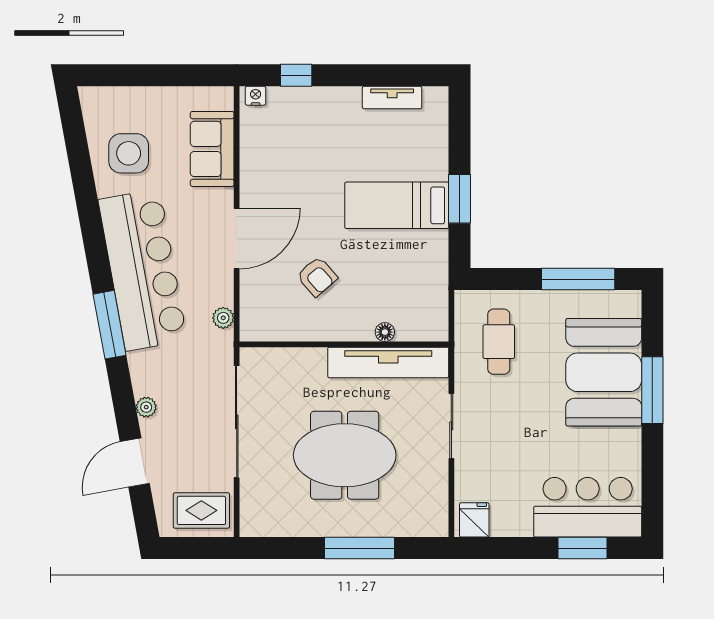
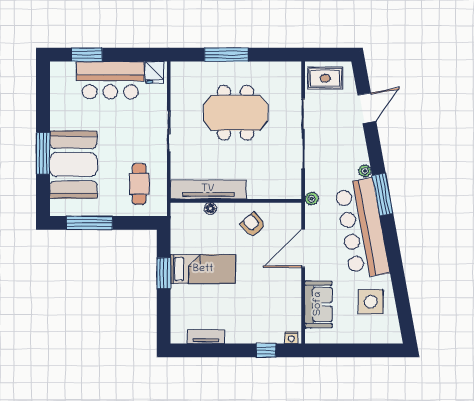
floor lamp: (385, 332) -> (210, 209), moved
wall: (344, 344) -> (236, 201), moved
tv unit: (388, 362) -> (208, 189), moved
plant: (146, 407) -> (365, 171), moved
bar counter: (588, 507) -> (110, 80), moved

